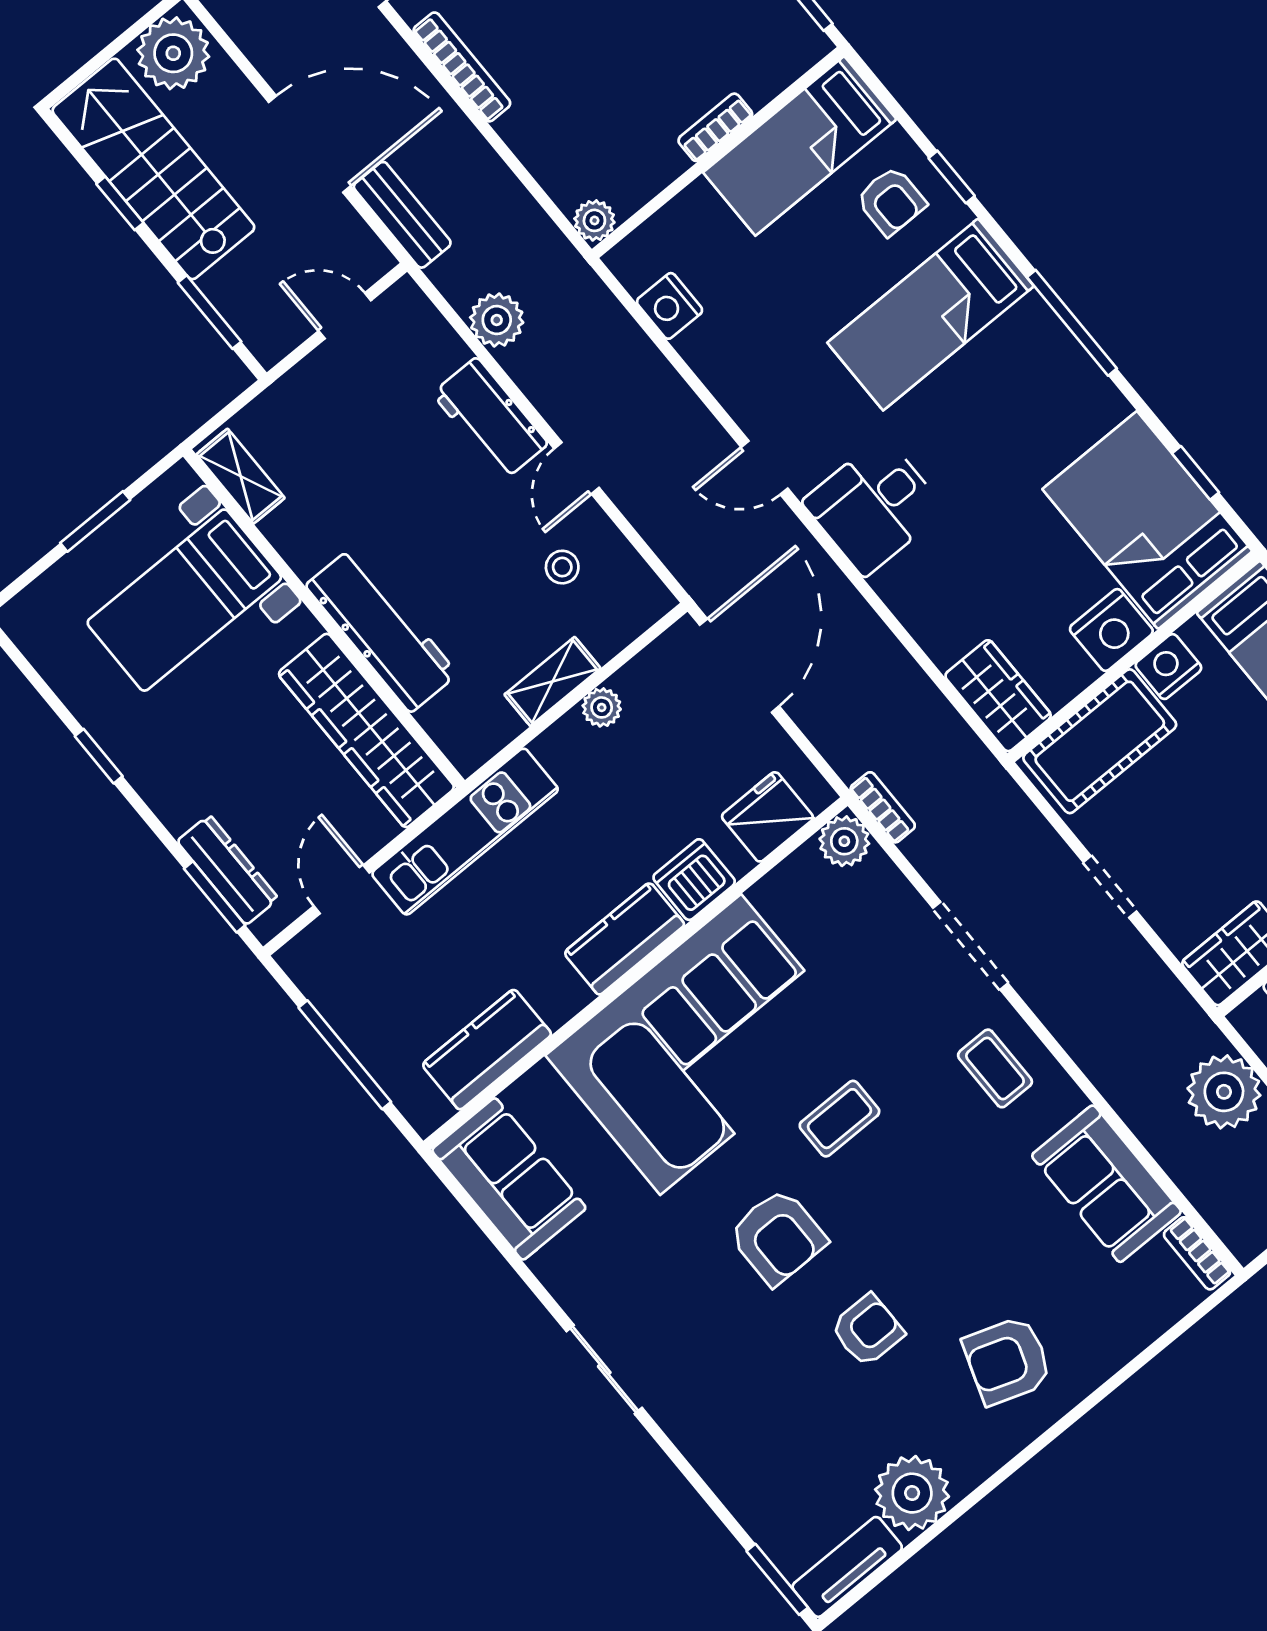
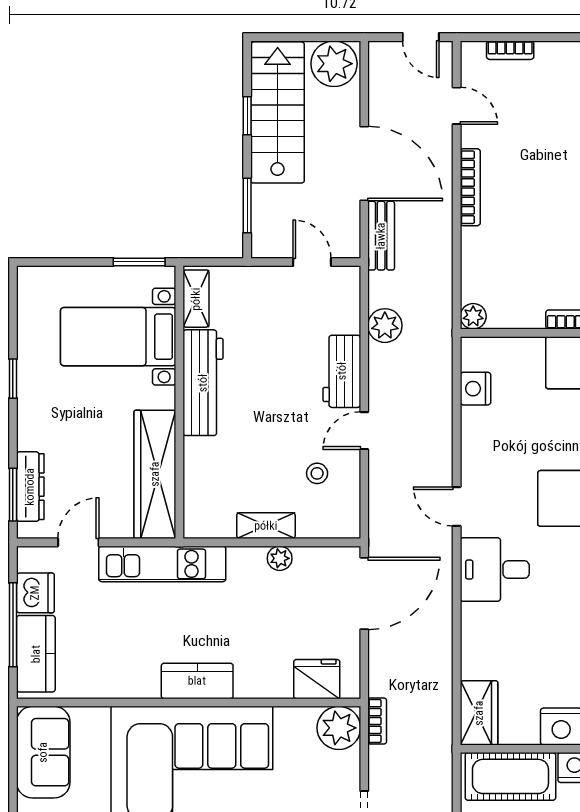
window: (95, 521) -> (139, 262), moved
workbench: (381, 630) -> (203, 383), moved
plant: (844, 841) -> (339, 728), width x1.36, depth x1.36
dishwasher: (694, 880) -> (35, 593), moved, turned 90
kitchen counter: (487, 1049) -> (36, 654), moved, turned 90

